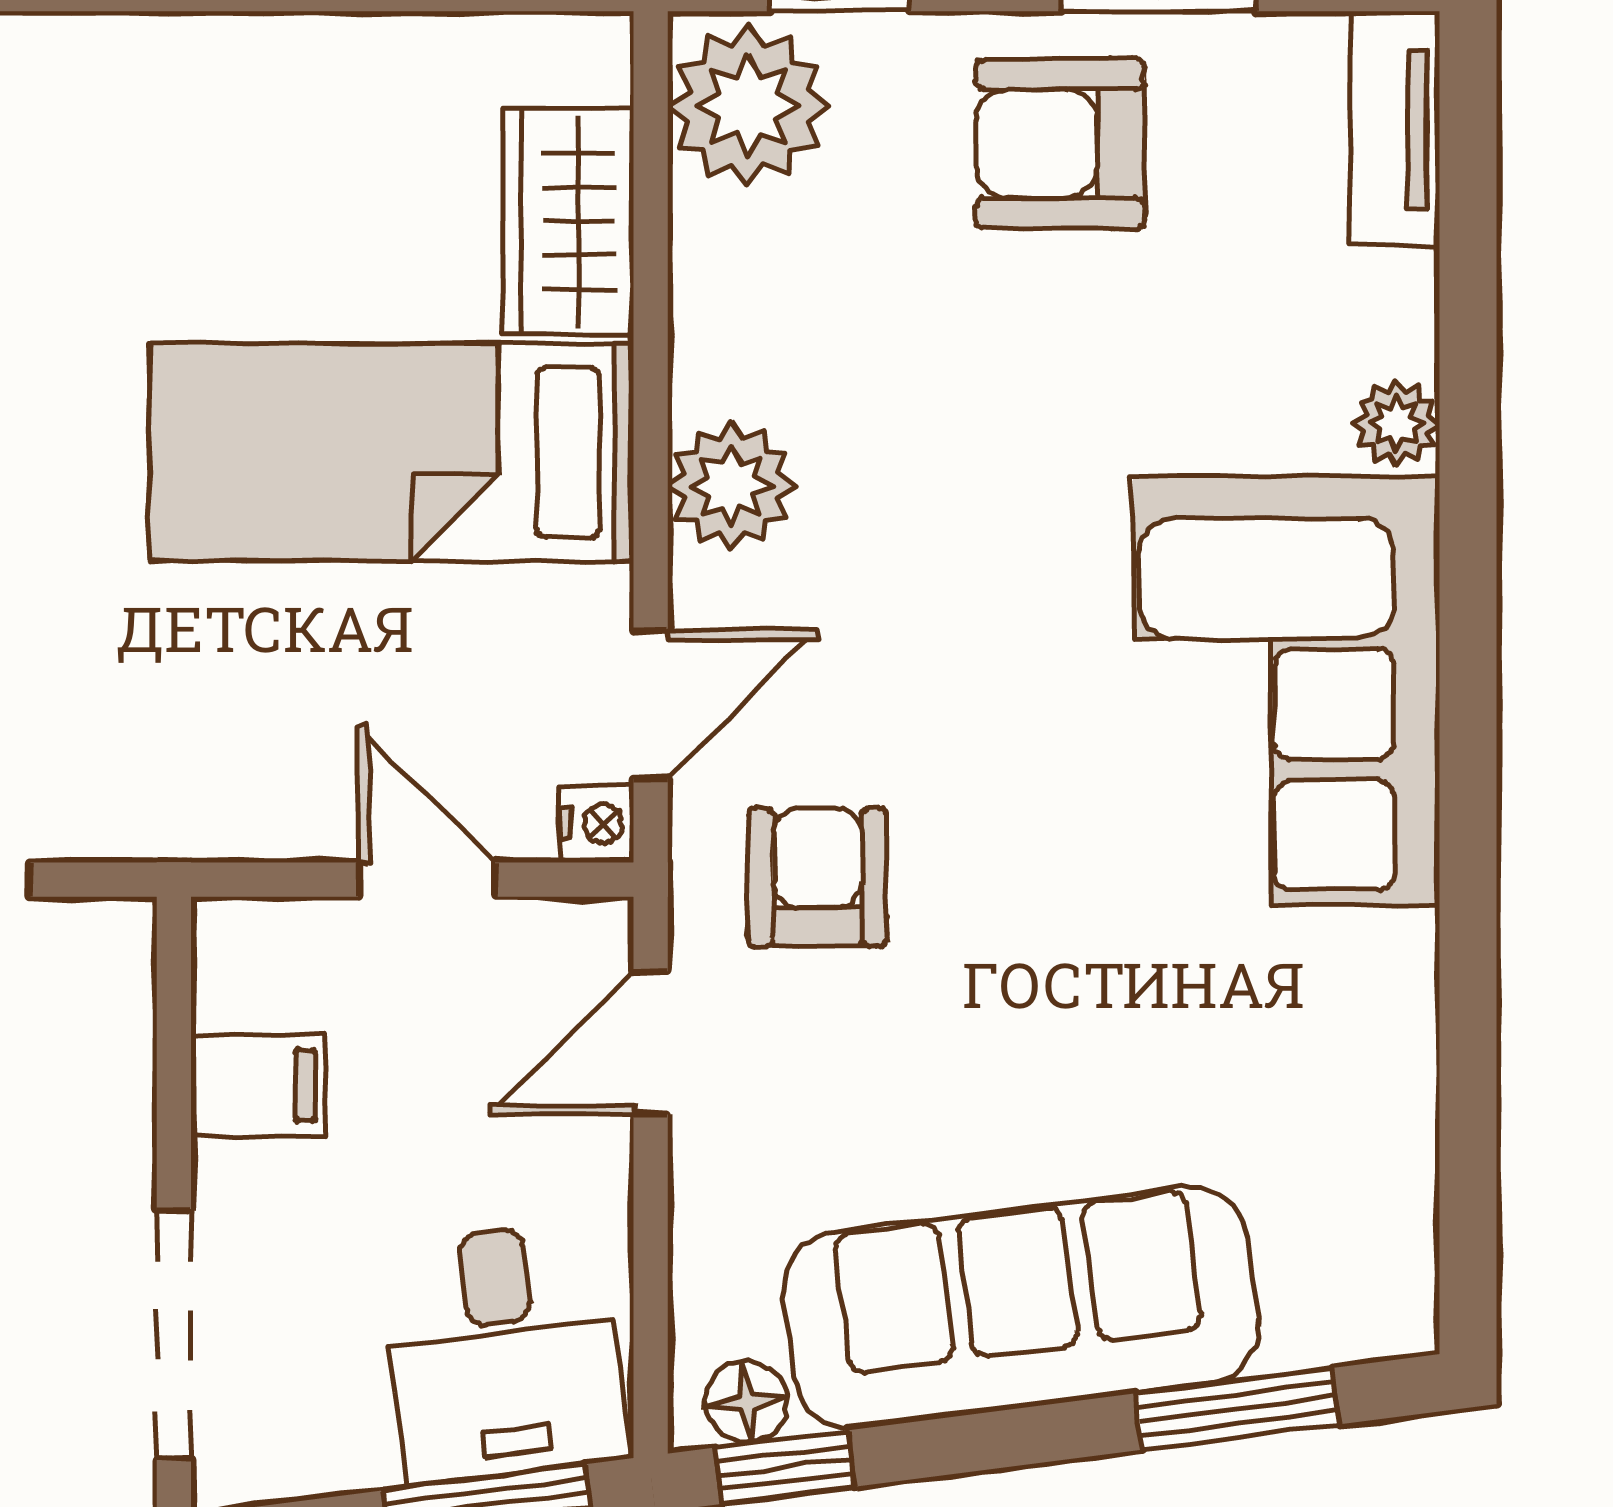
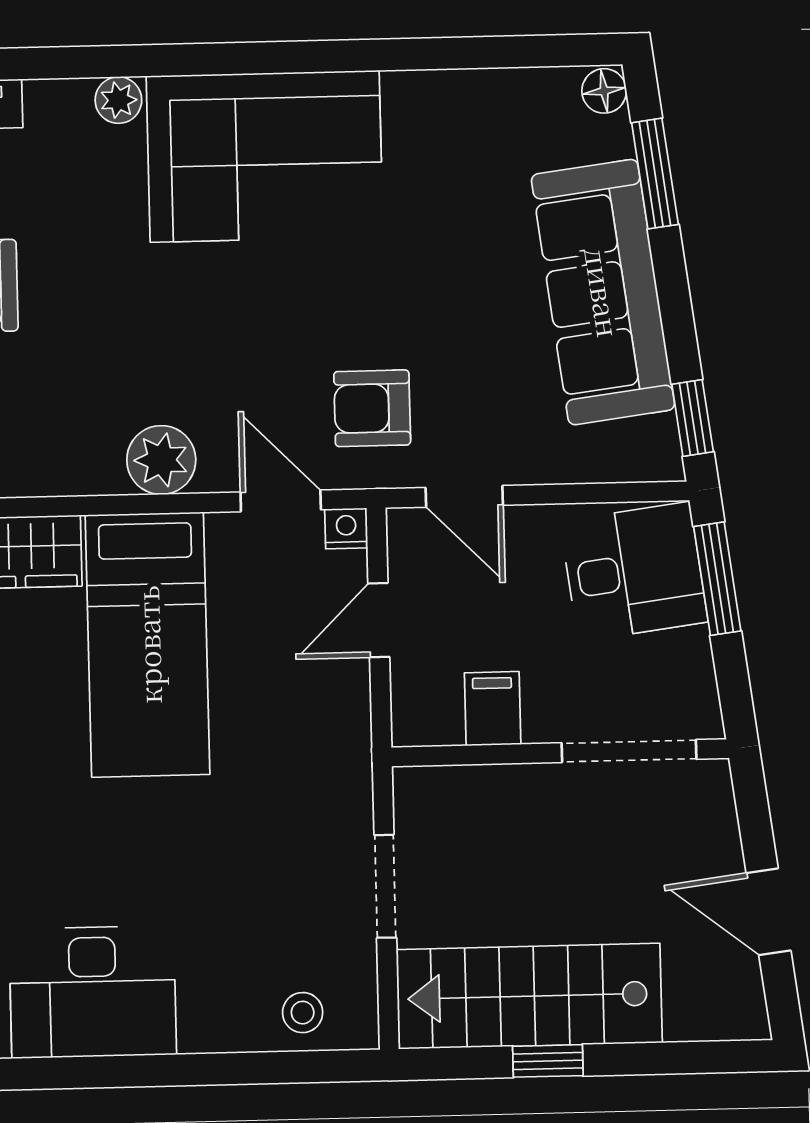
floor lamp: (747, 1402) -> (604, 91), moved

